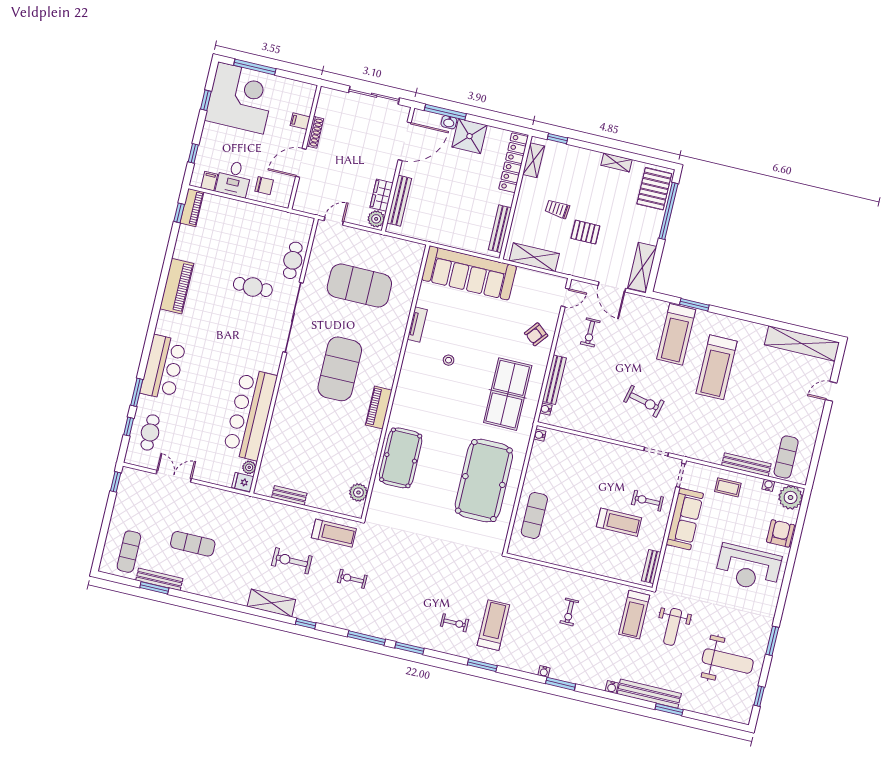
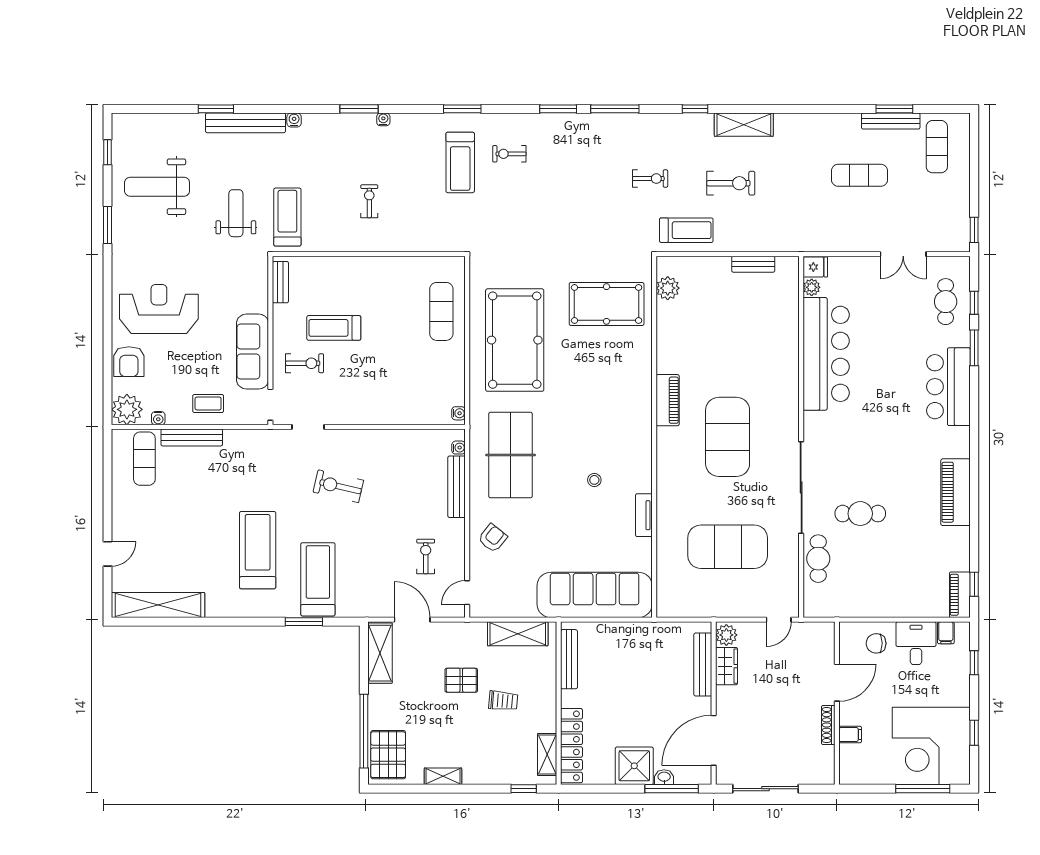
pool table: (401, 458) -> (607, 304), moved, turned 90
treadmill: (334, 533) -> (686, 230), turned 180

